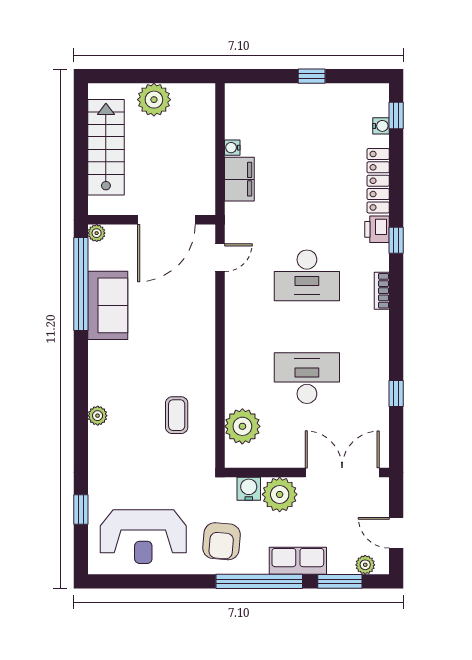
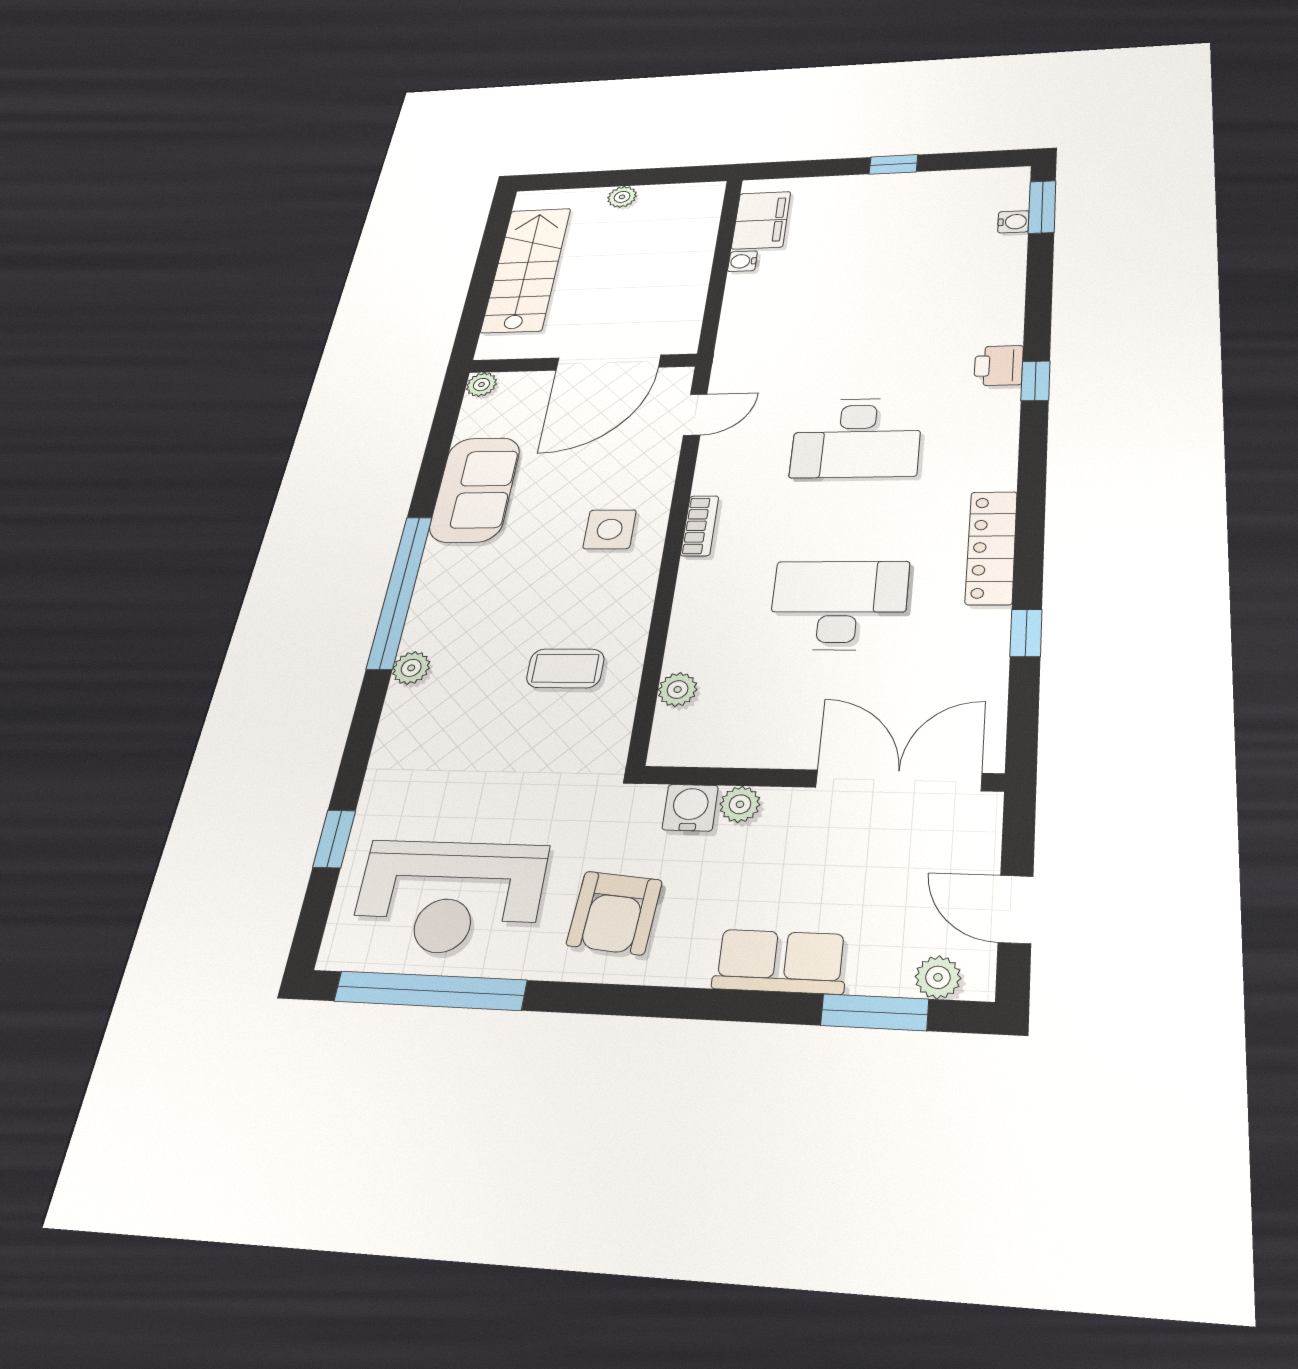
plant: (154, 100) -> (622, 197), width x0.53, depth x0.53
window: (396, 115) -> (1042, 207), width x1.50
filing cabinet: (239, 179) -> (761, 220), moved
locker: (378, 181) -> (991, 547), moved
window: (81, 284) -> (400, 592), moved
bookcase: (382, 291) -> (700, 526), moved, turned 180
side table: (185, 332) -> (610, 529), added
coffee table: (177, 415) -> (565, 668), turned 90
plant: (242, 426) -> (678, 690), width x0.53, depth x0.53
plant: (280, 494) -> (740, 804), width x0.53, depth x0.53
window: (259, 581) -> (430, 991), moved

